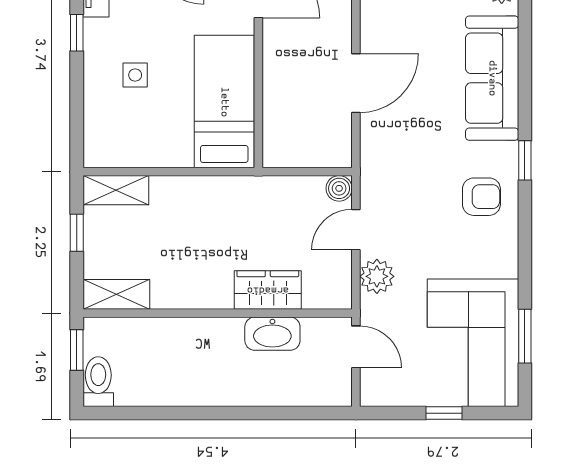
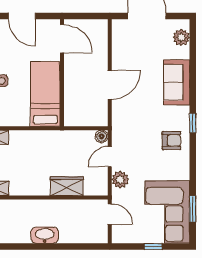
sofa: (492, 78) -> (177, 82), width x0.73
washbasin: (272, 334) -> (45, 235), moved, turned 180

